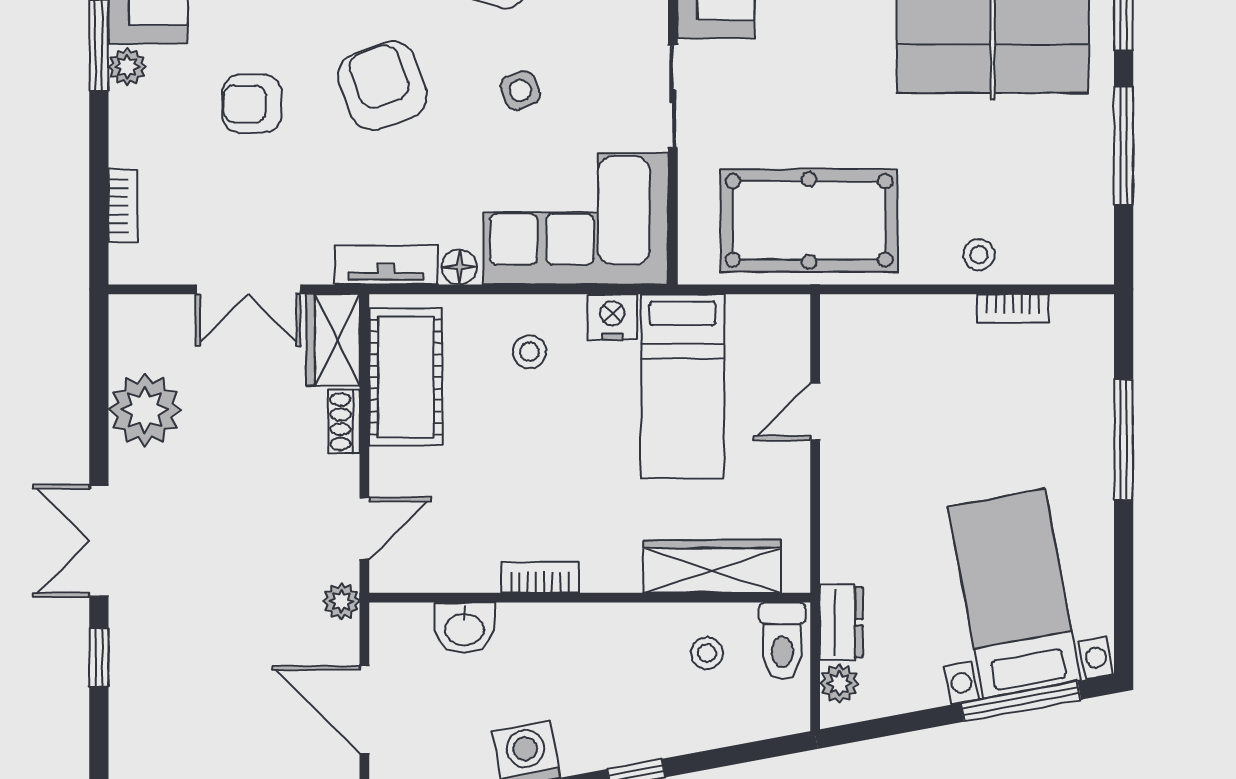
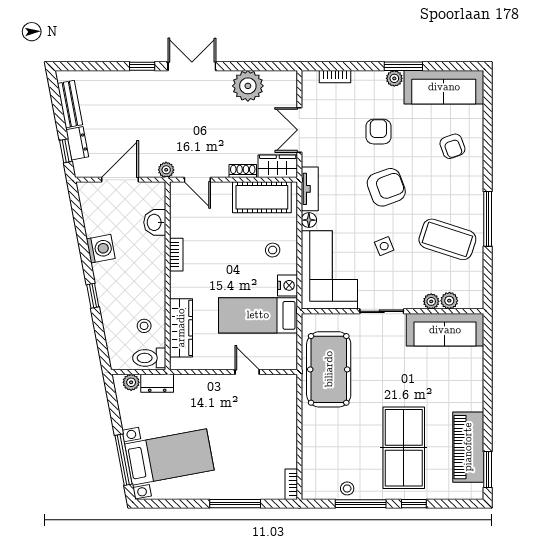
stool: (979, 255) -> (347, 488), moved
bookcase: (1013, 308) -> (291, 484), moved

